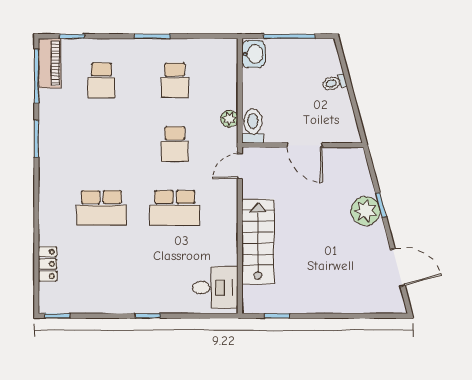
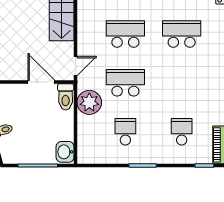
plant: (229, 119) -> (89, 102), width x1.88, depth x1.88
school desk: (175, 144) -> (125, 83), width x1.85
door: (305, 145) -> (41, 82), moved

